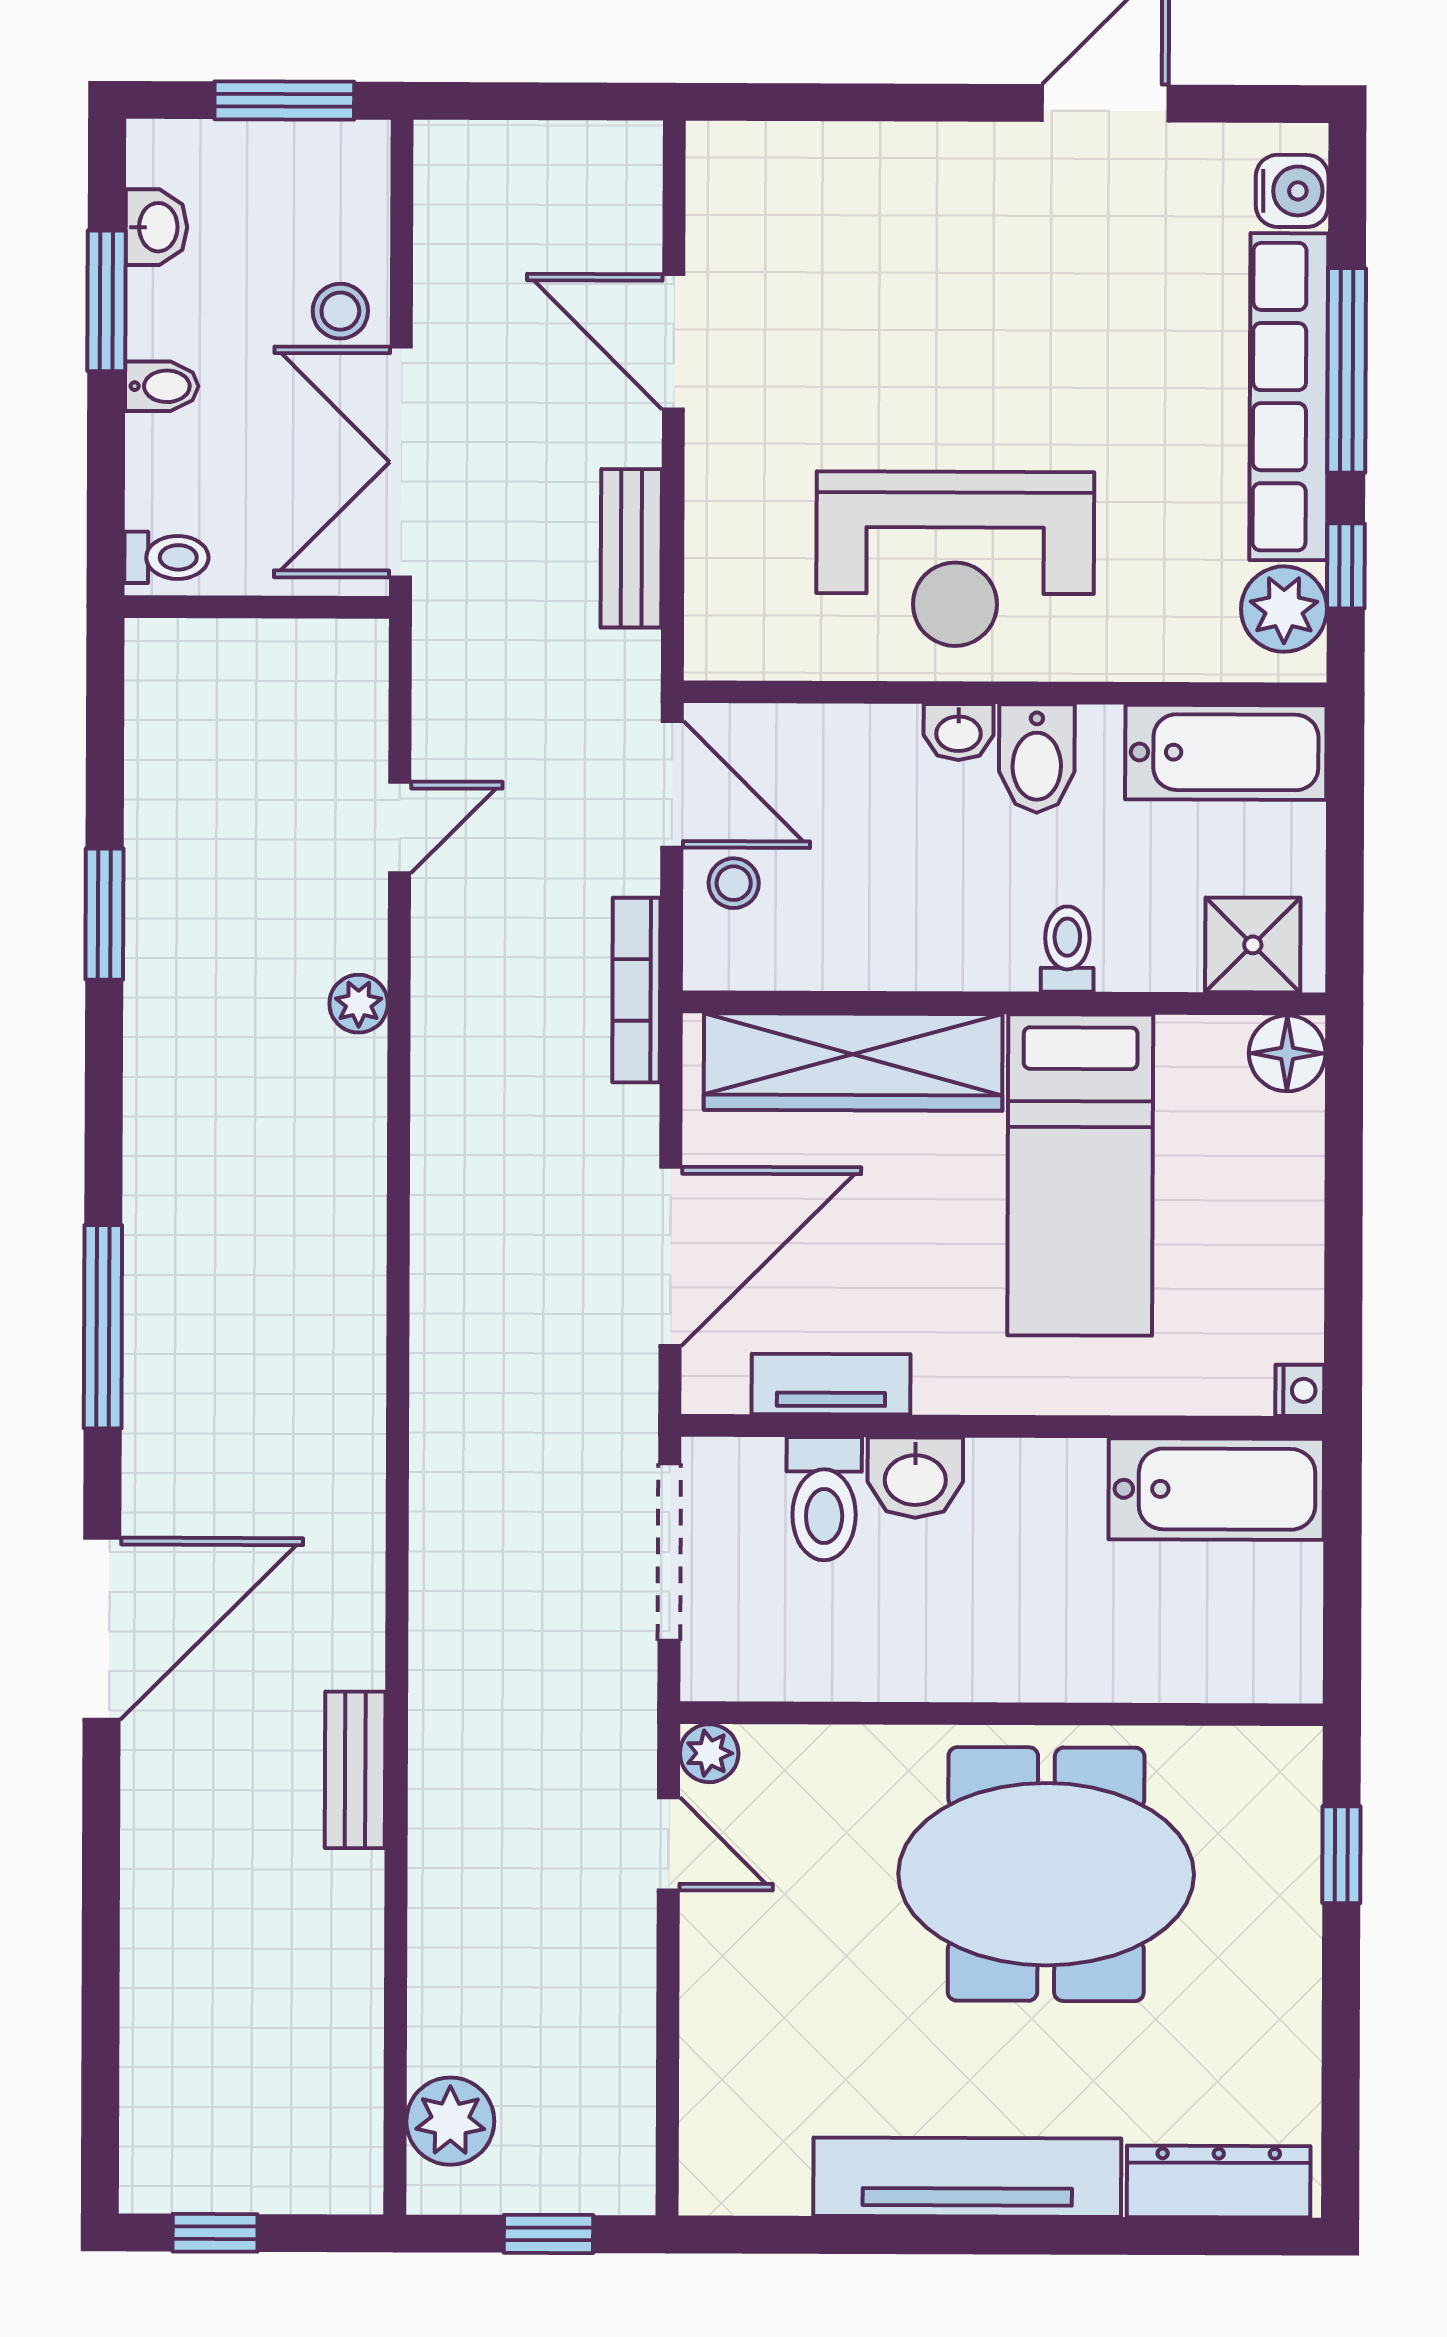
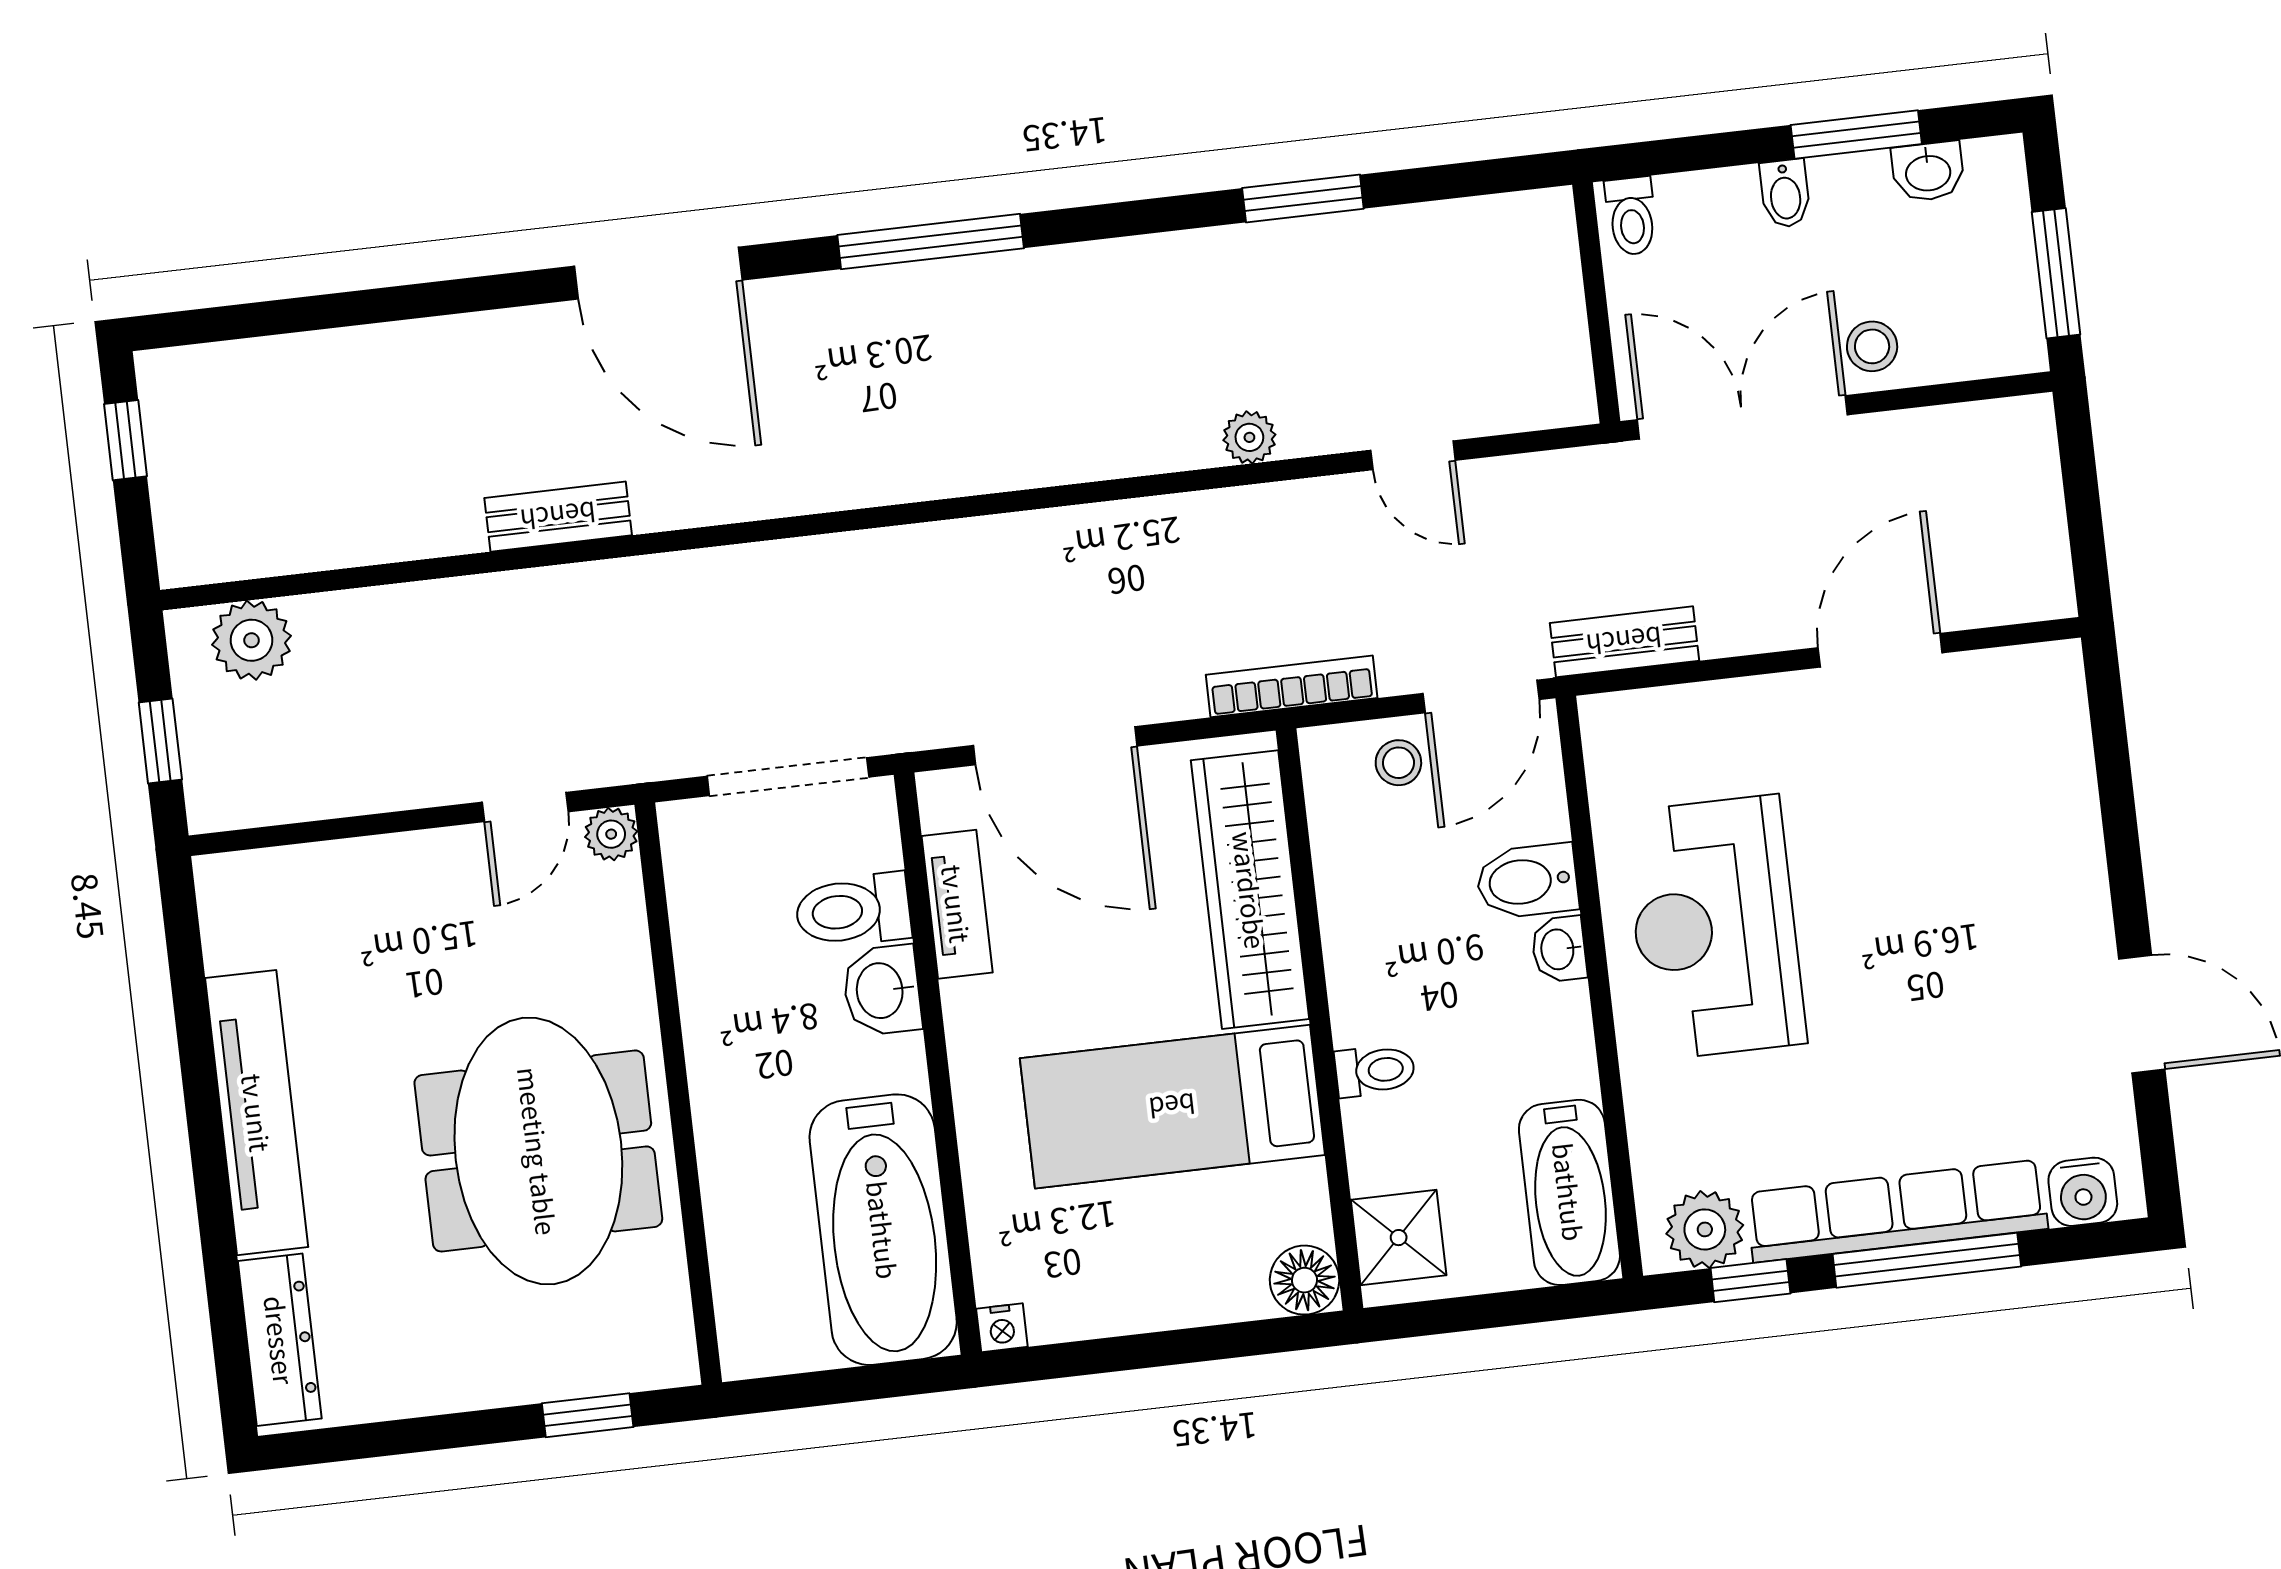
bench: (631, 548) -> (1624, 642), moved
bidet: (1037, 759) -> (1527, 881), moved
bathtub: (1216, 1489) -> (883, 1230), width x1.36, depth x1.36

